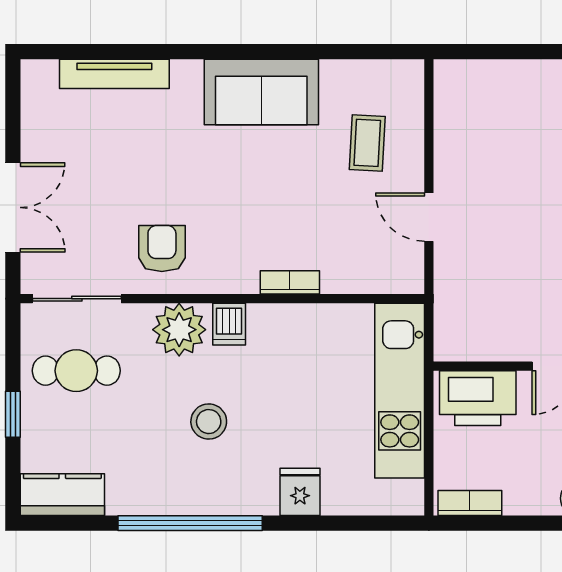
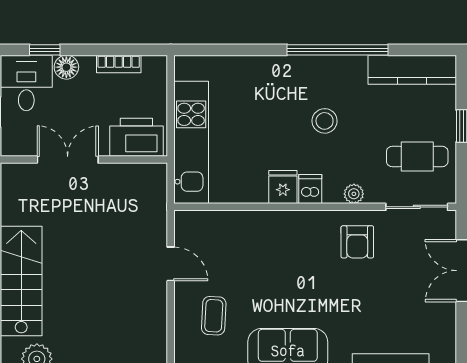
bookcase: (290, 282) -> (268, 218), removed
plant: (179, 330) -> (354, 194), width x0.53, depth x0.53
fridge: (300, 492) -> (283, 187), moved, turned 180
kitchen counter: (62, 495) -> (412, 70), width x1.50
bookcase: (470, 503) -> (119, 64), moved

